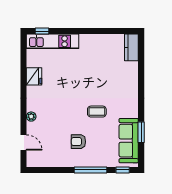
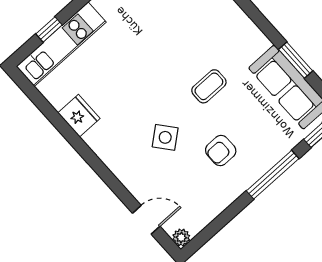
window: (42, 31) -> (49, 29), moved
side table: (61, 116) -> (165, 137), added
plant: (31, 117) -> (181, 238), moved

